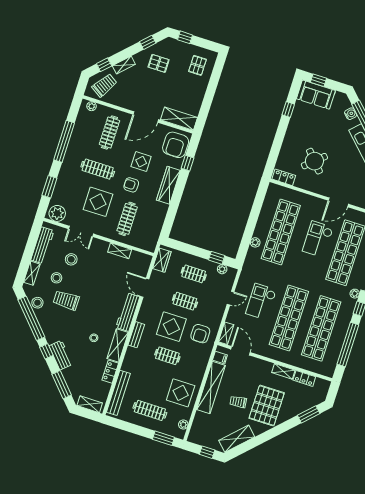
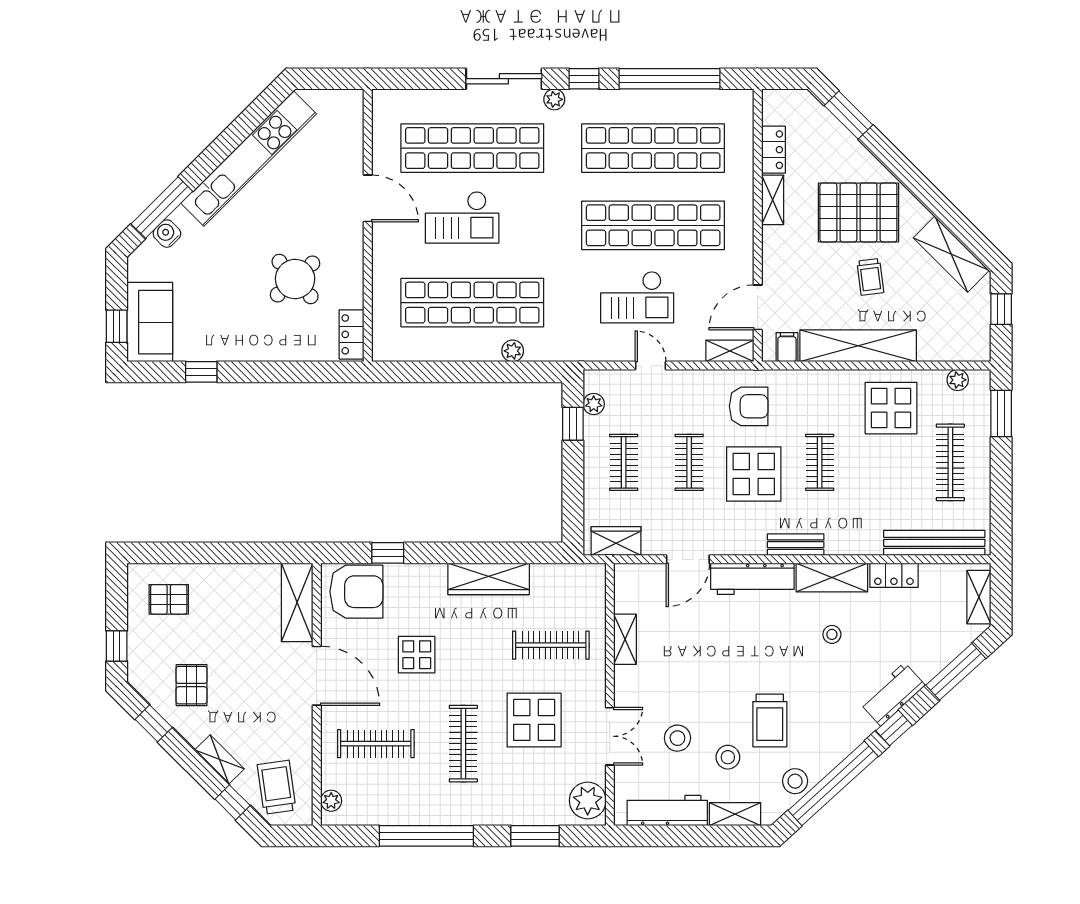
trolley: (104, 85) -> (277, 787), turned 49
armchair: (131, 185) -> (474, 660), removed
wardrobe: (168, 185) -> (489, 579), moved

